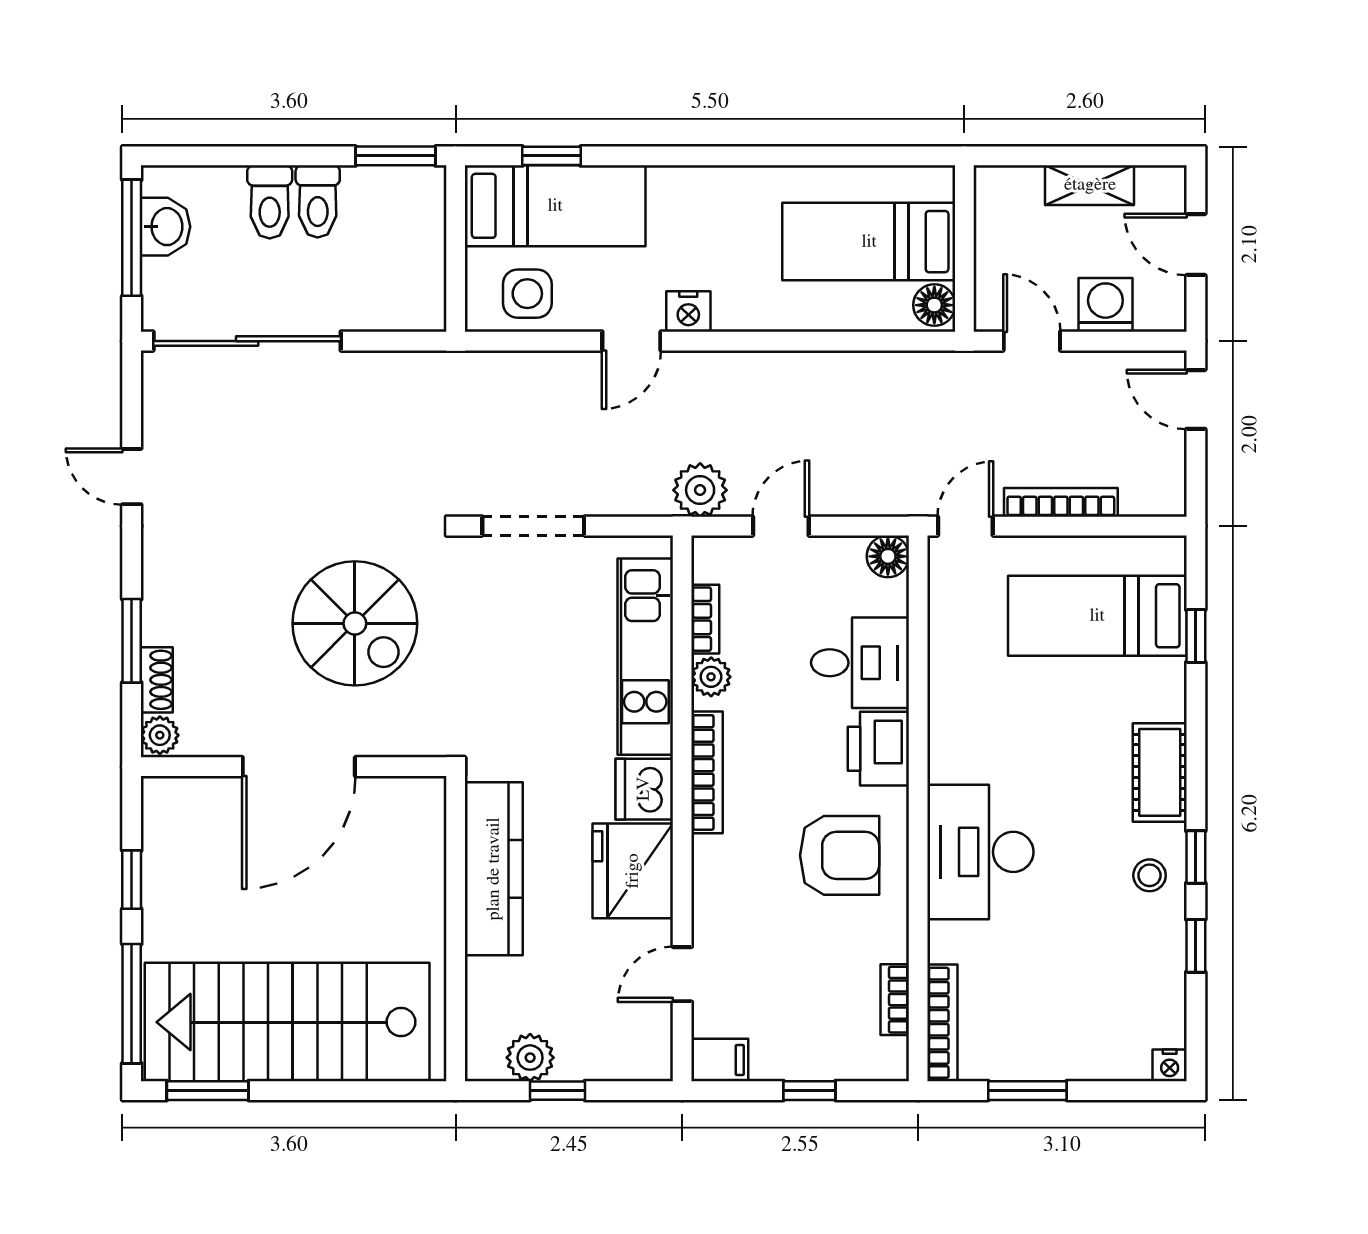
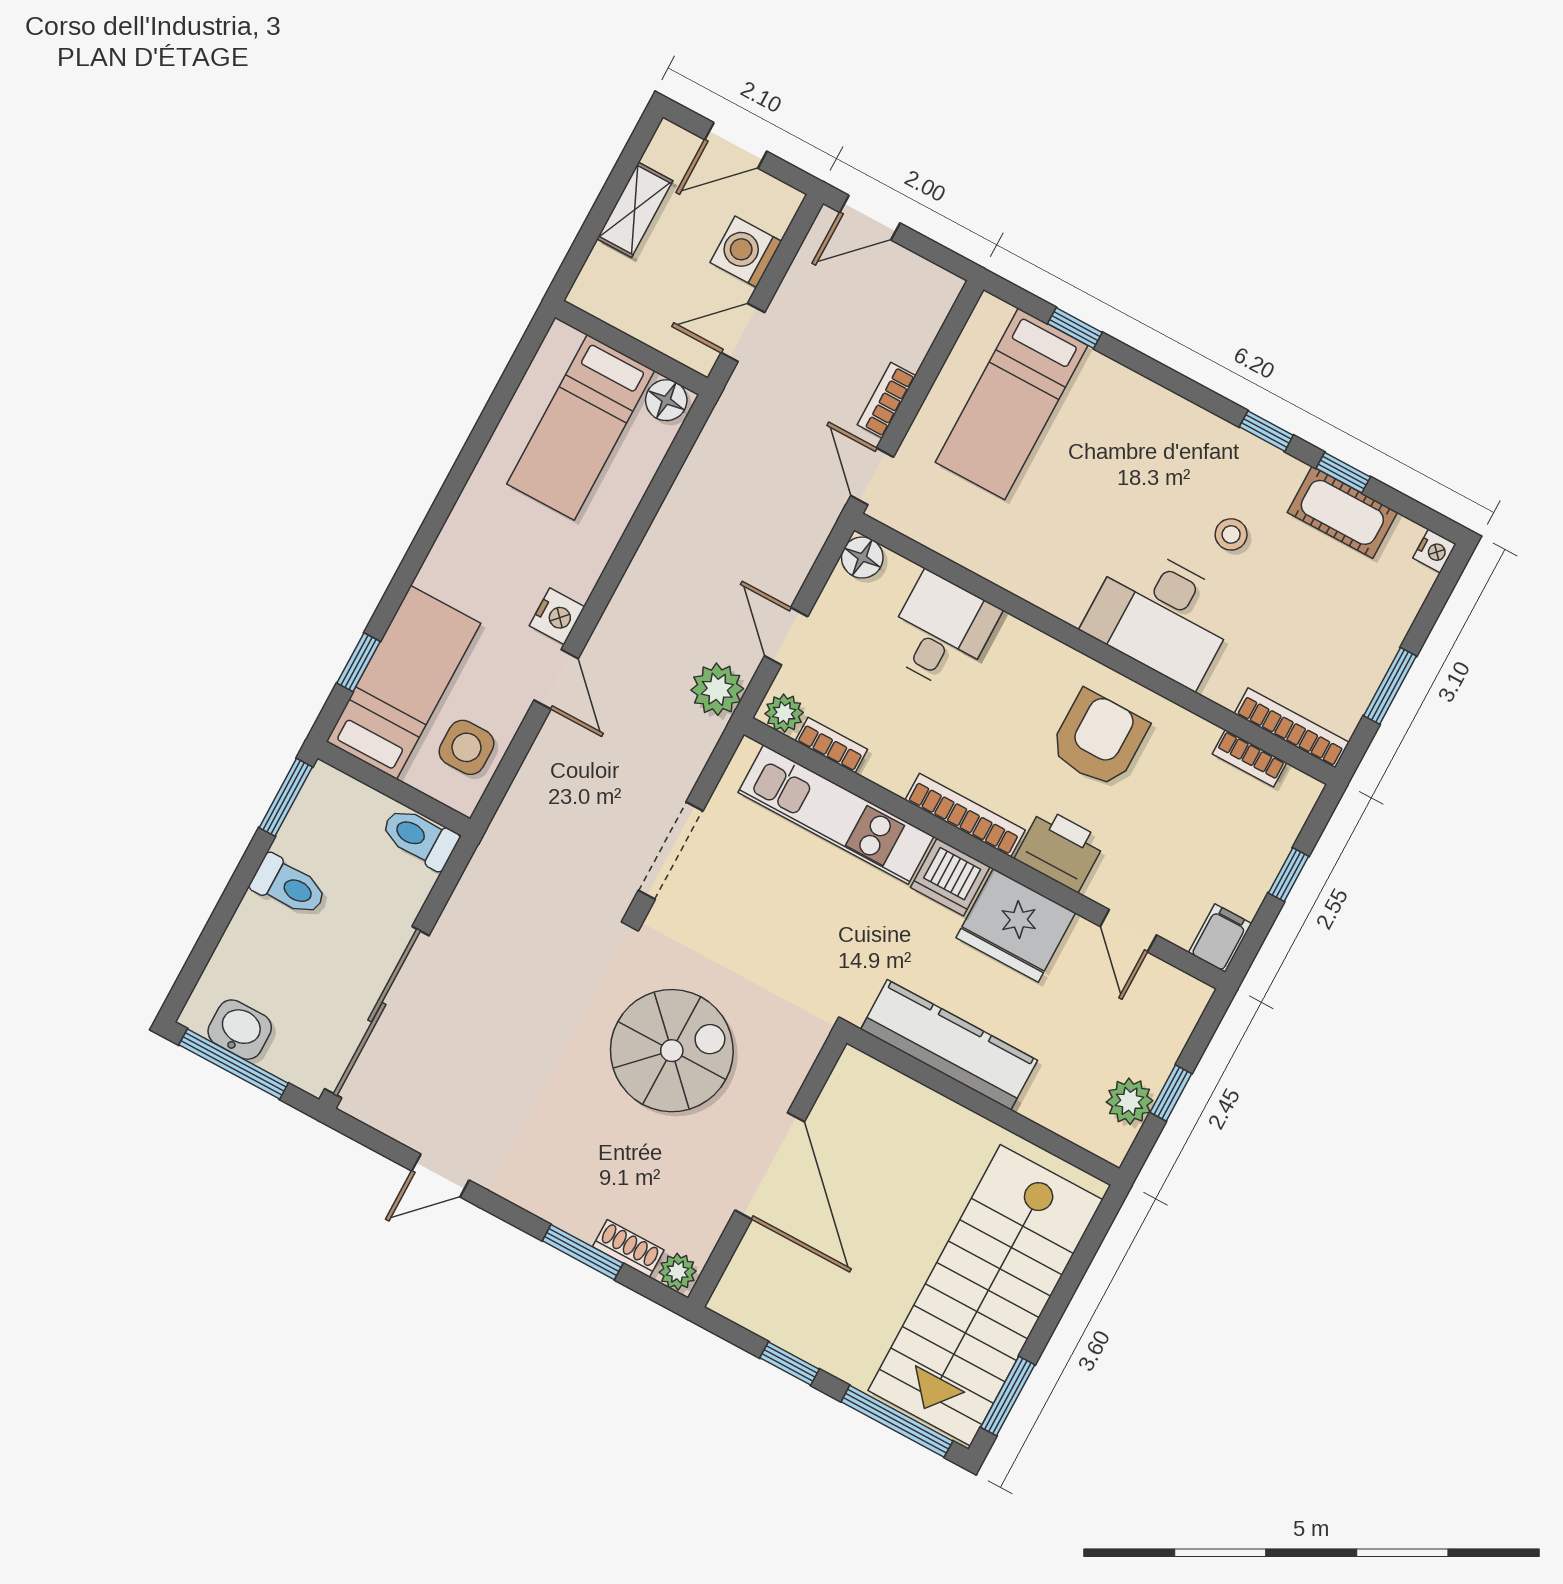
toilet: (270, 202) -> (419, 838), moved, turned 180
bookcase: (1061, 502) -> (887, 400), width x0.64
plant: (711, 677) -> (784, 713), moved
printer: (878, 749) -> (1060, 849), moved, turned 180
cot: (1160, 772) -> (1342, 512), moved
stool: (1150, 875) -> (1231, 534), moved

